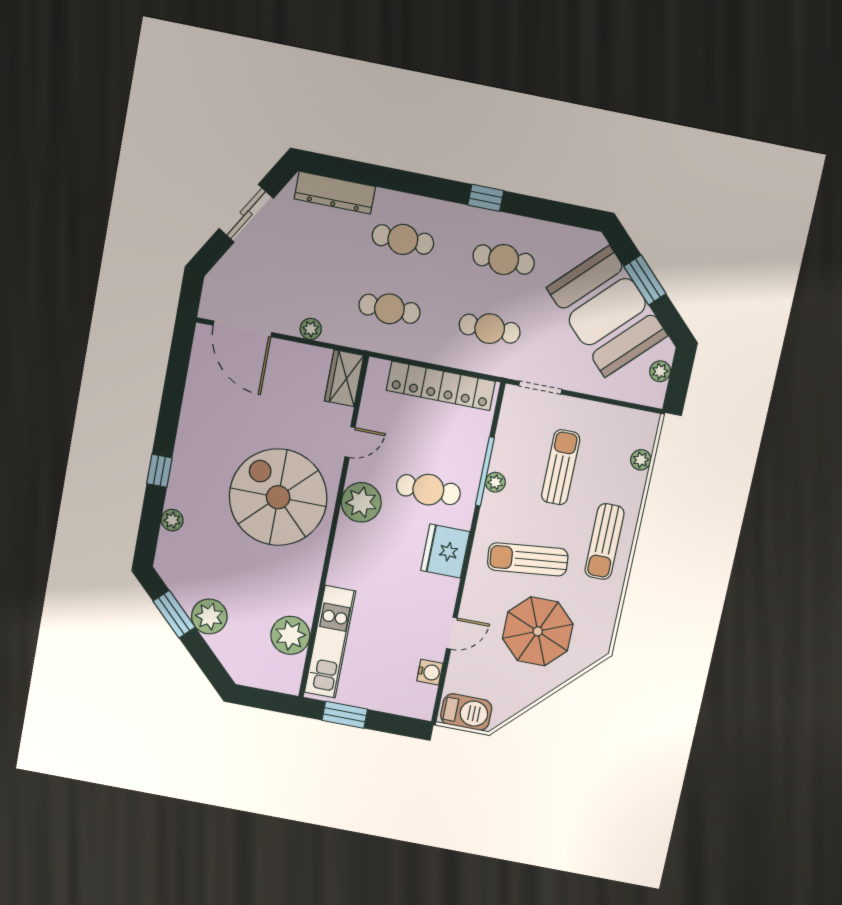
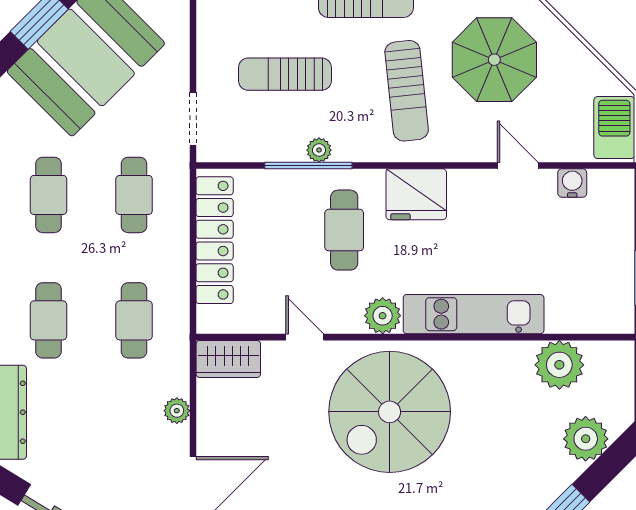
plant: (361, 502) -> (383, 316), width x0.73, depth x0.73
plant: (209, 616) -> (586, 439), moved
kitchen unit: (330, 642) -> (474, 314), moved

